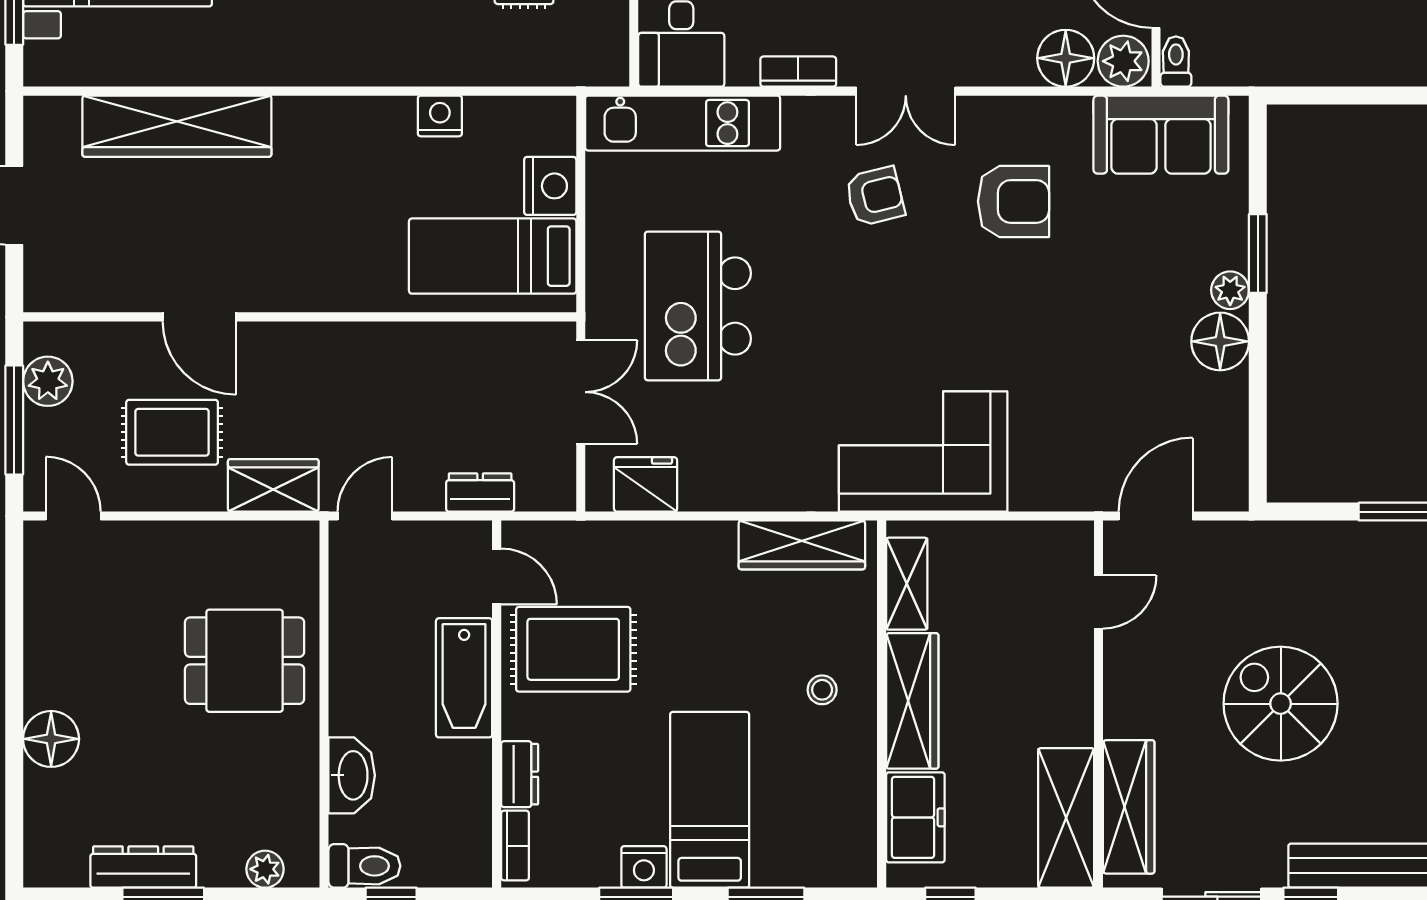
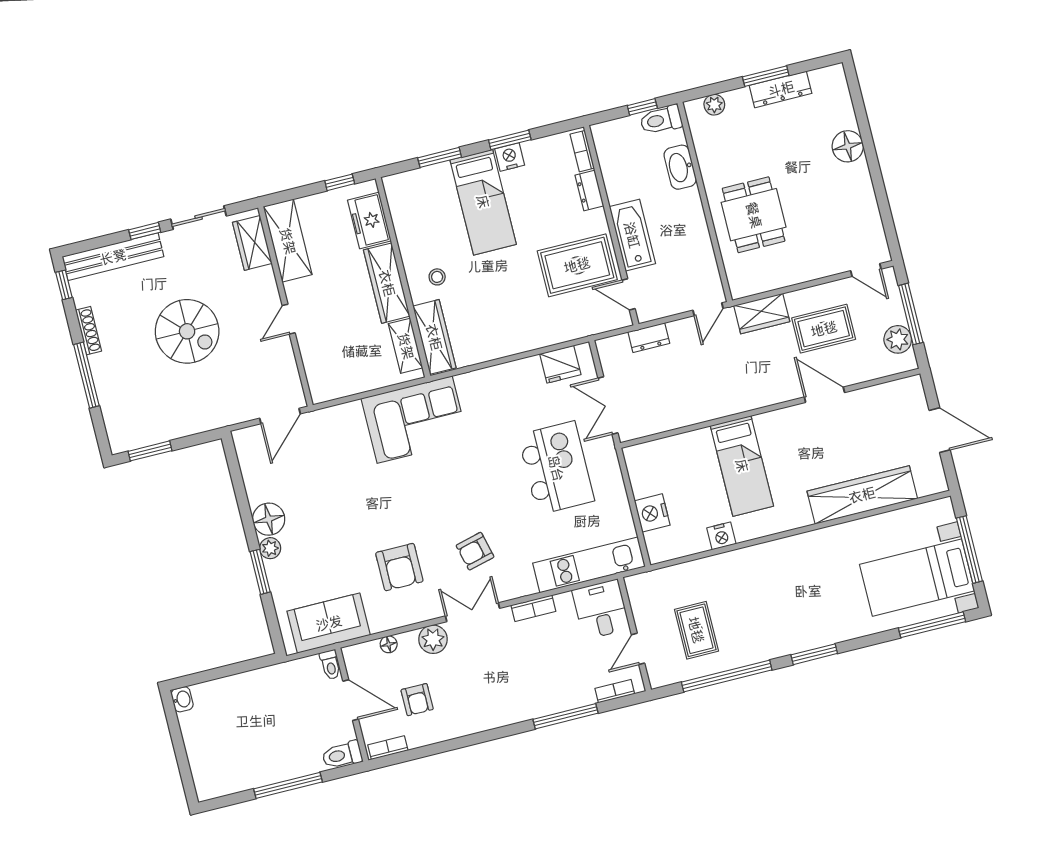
floor lamp: (1066, 58) -> (389, 644), width x0.53, depth x0.53
plant: (1123, 61) -> (433, 639), moved
armchair: (1014, 201) -> (399, 567), turned -90
bed: (493, 256) -> (742, 466), moved, turned 90
wardrobe: (802, 545) -> (434, 337), moved, turned 90
door: (1098, 602) -> (289, 319), moved
dining table: (245, 661) -> (754, 215), turned 90
wardrobe: (1129, 807) -> (252, 243), width x0.67

